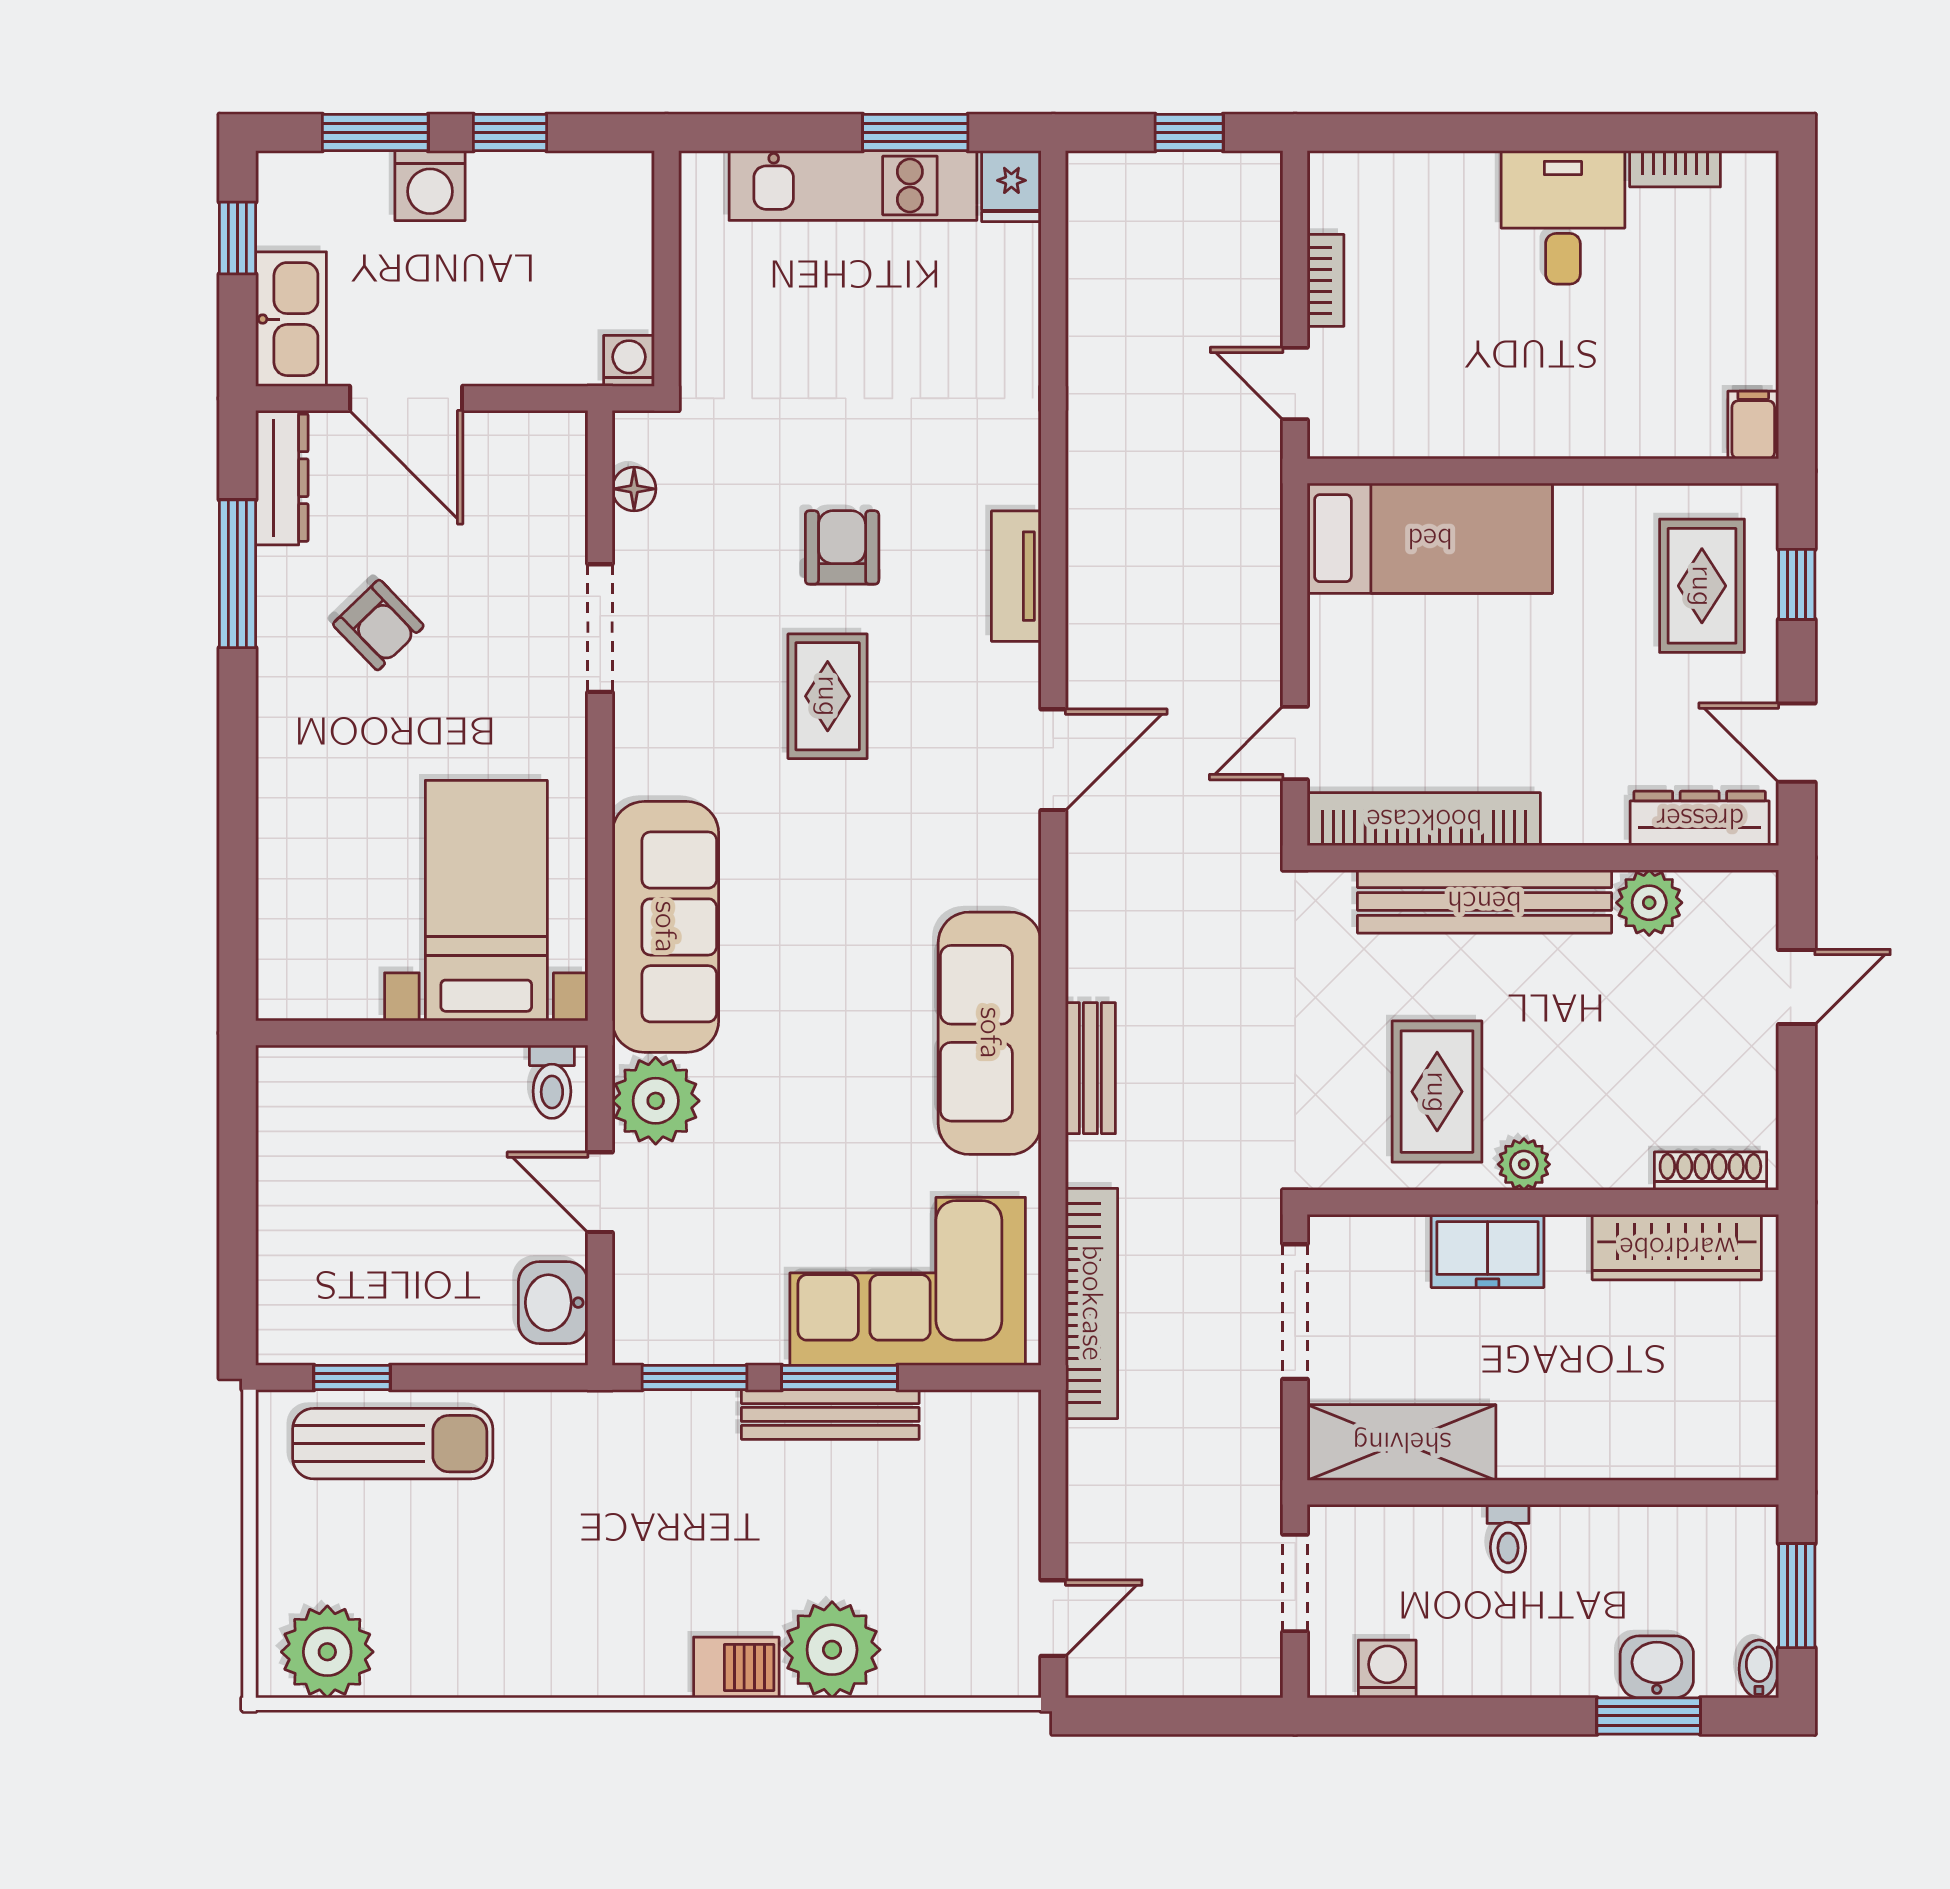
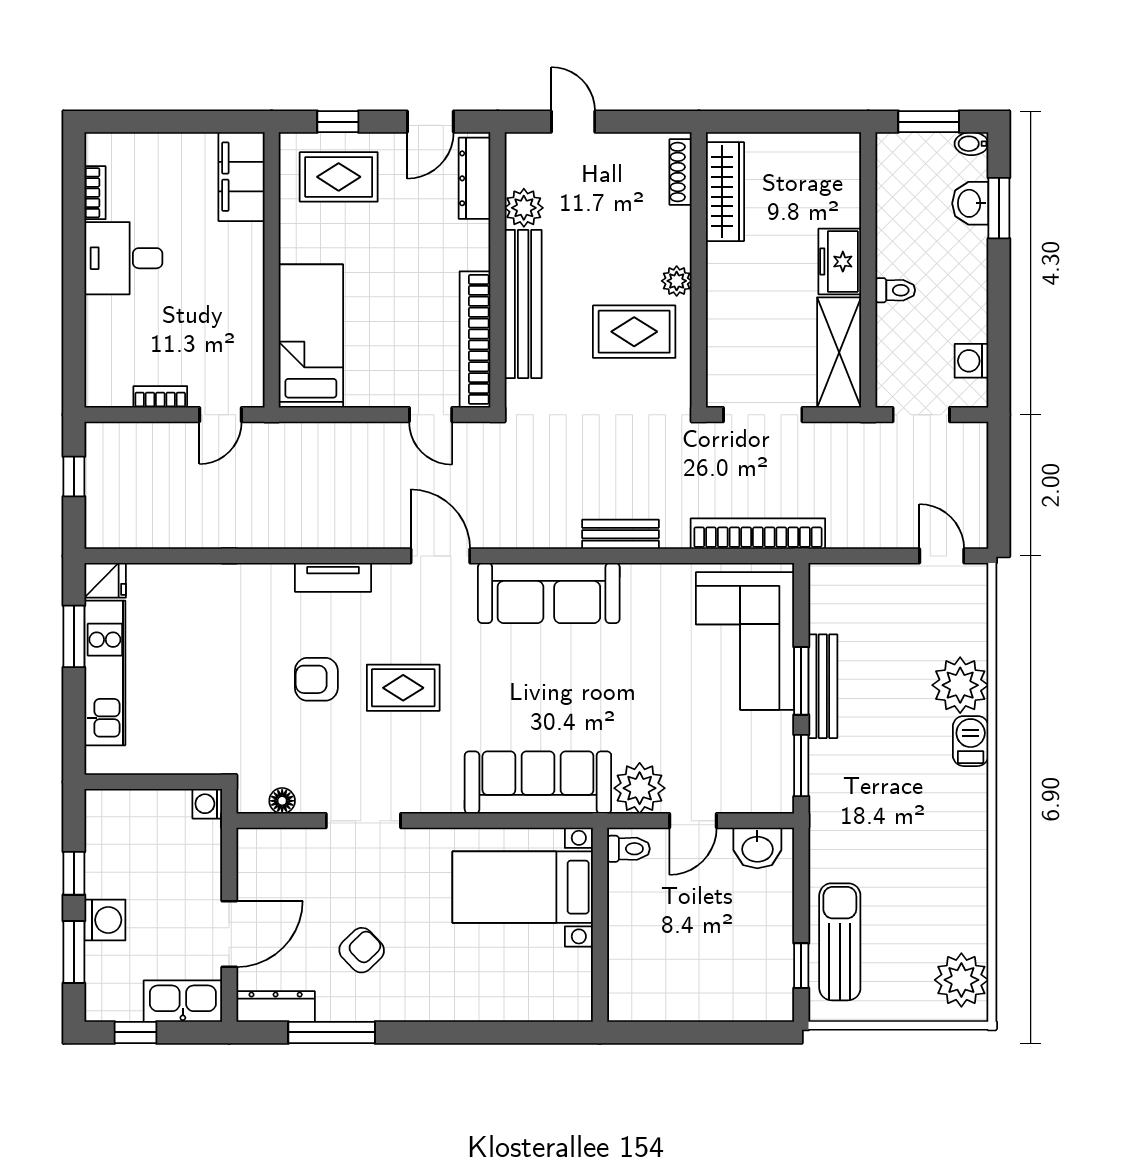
filing cabinet: (1753, 425) -> (242, 177), width x3.00, depth x1.17
sofa: (990, 1033) -> (549, 593), moved
freezer: (1488, 1251) -> (840, 262), moved, turned 180

